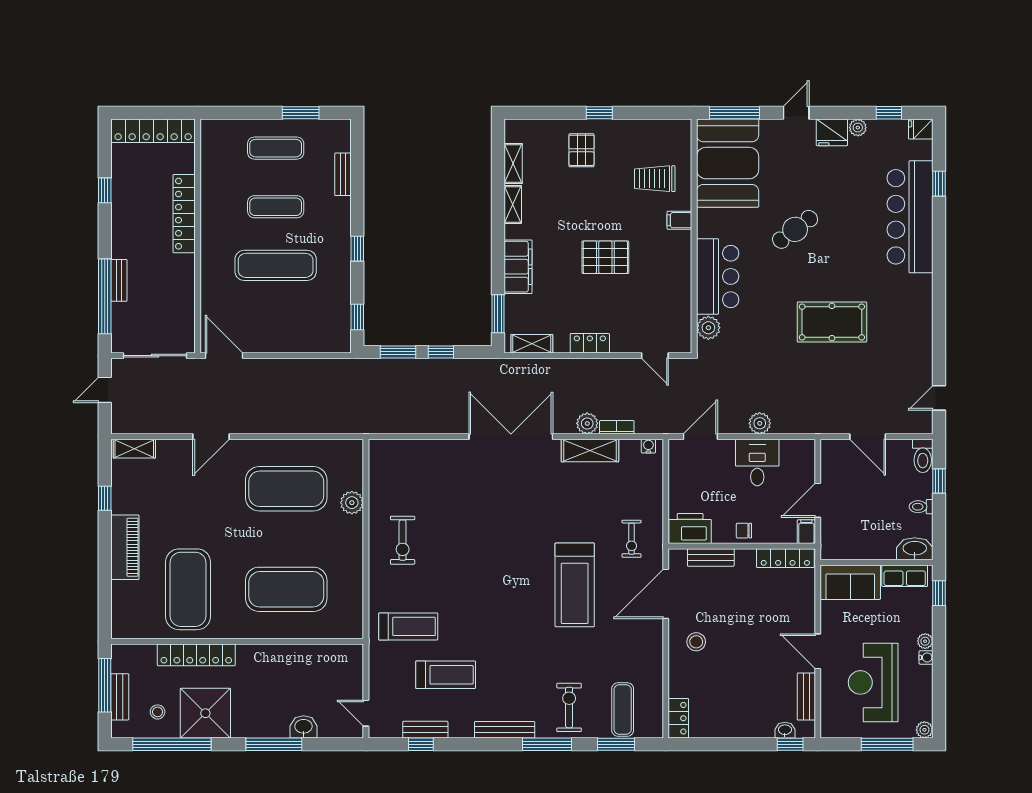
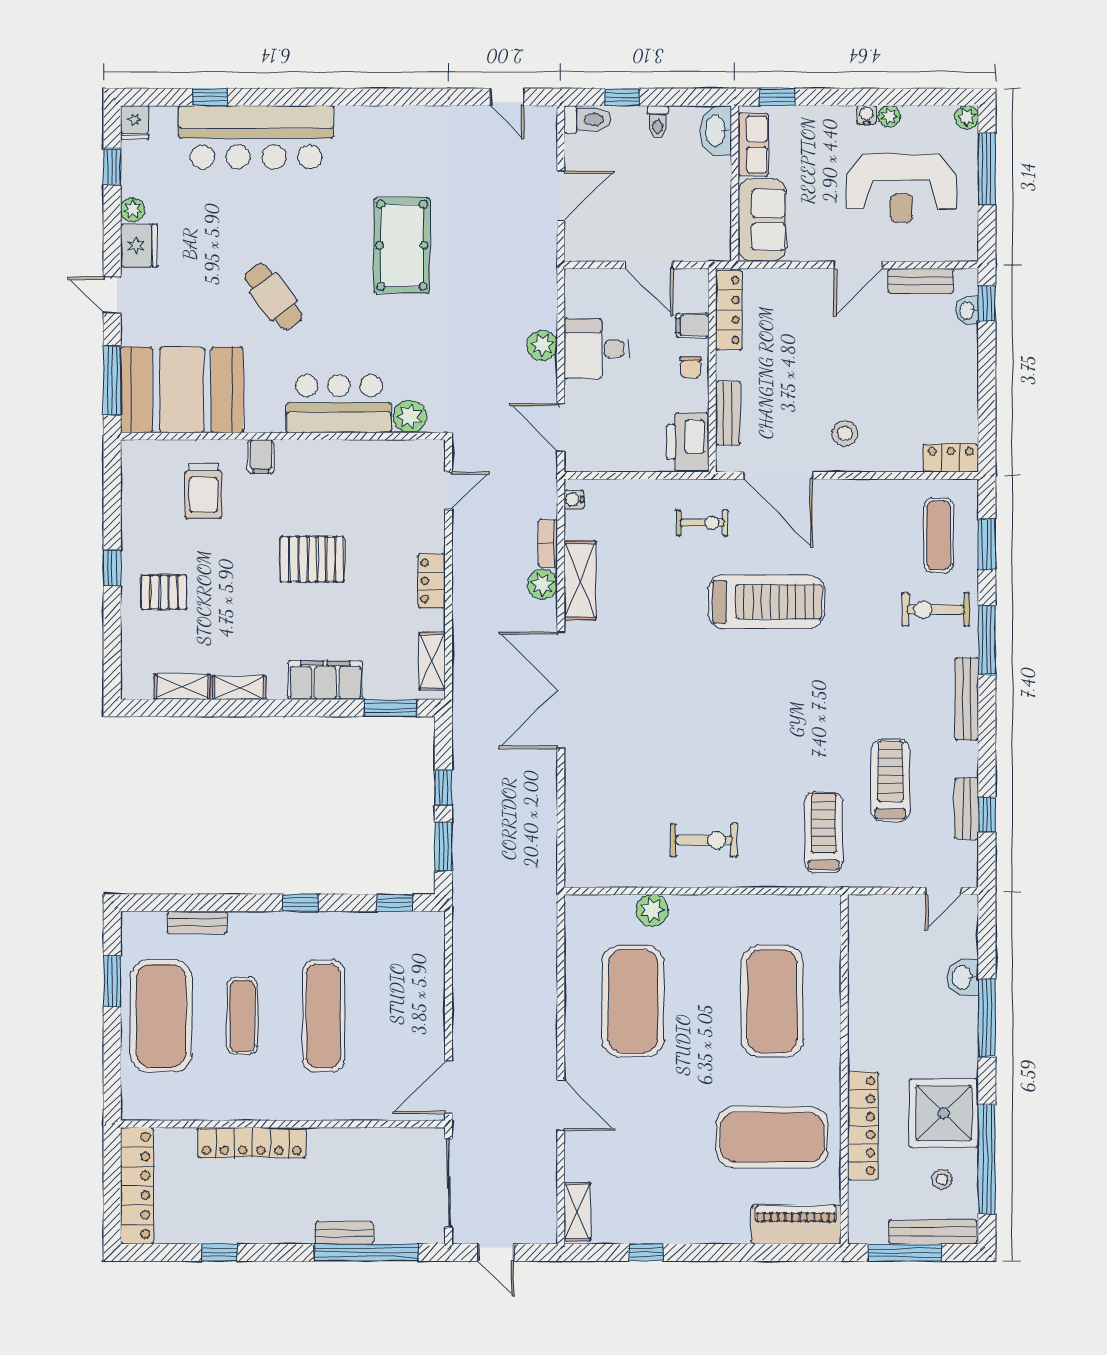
exercise mat: (276, 148) -> (161, 1016), width x2.00, depth x1.45
pallet: (605, 257) -> (312, 559), turned 90
filing cabinet: (806, 532) -> (692, 325), moved
piano: (125, 547) -> (796, 1225), moved
plant: (925, 641) -> (889, 116), moved
bench: (120, 697) -> (933, 1232), width x1.36
exercise mat: (623, 709) -> (939, 535), turned 90

